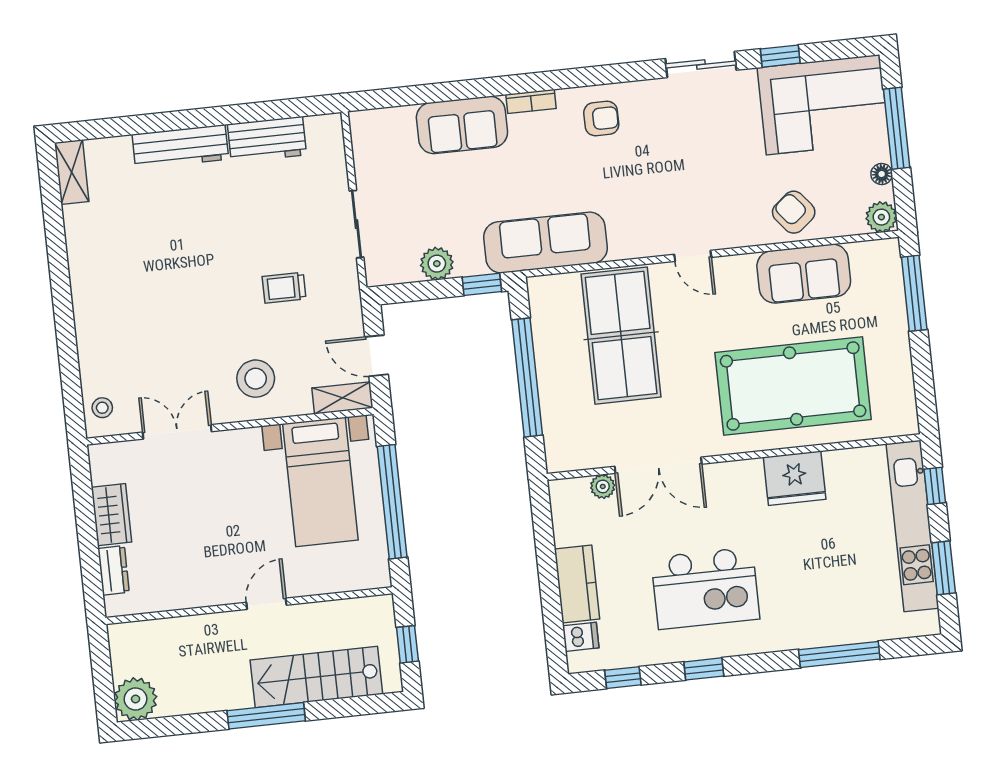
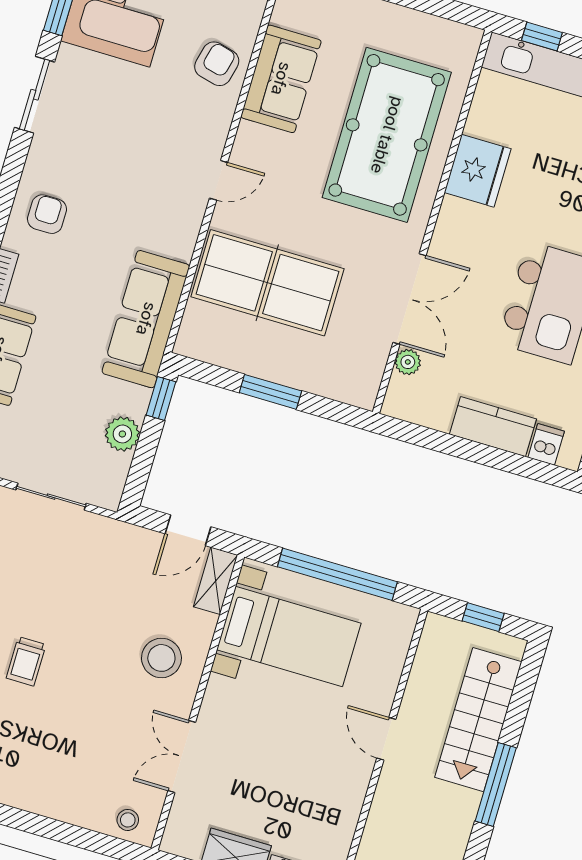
armchair: (794, 212) -> (217, 64), turned 143
trolley: (284, 288) -> (26, 661), moved
window: (527, 377) -> (270, 392), width x0.47

